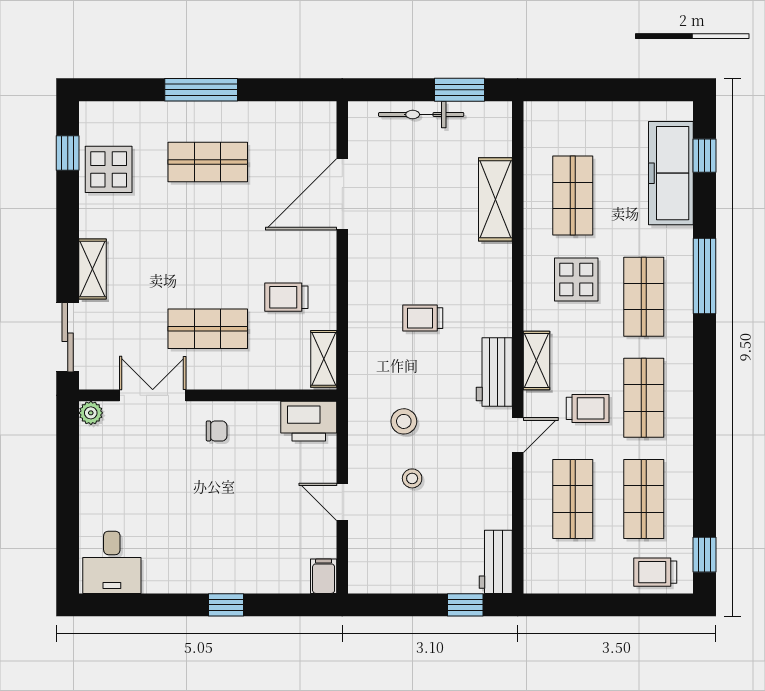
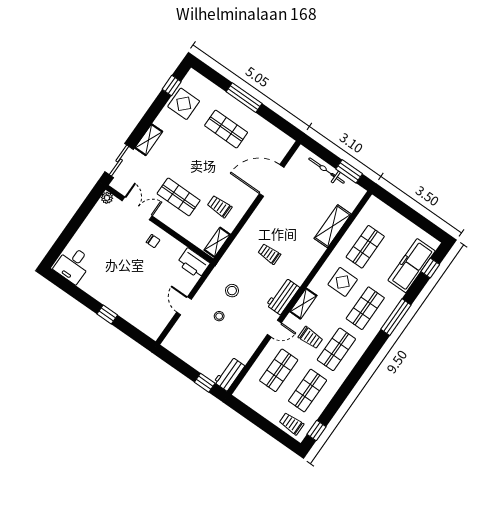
filing cabinet: (324, 576) -> (155, 331), removed

